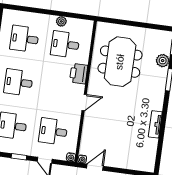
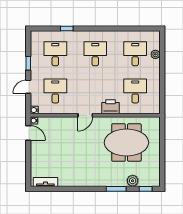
plant: (61, 21) -> (155, 54), moved
door: (84, 103) -> (85, 115), hinge flipped
tv unit: (155, 124) -> (45, 182), moved

